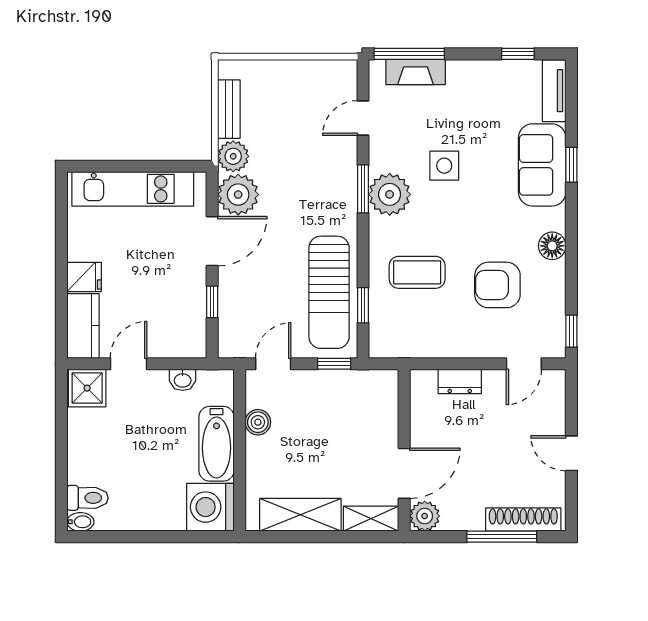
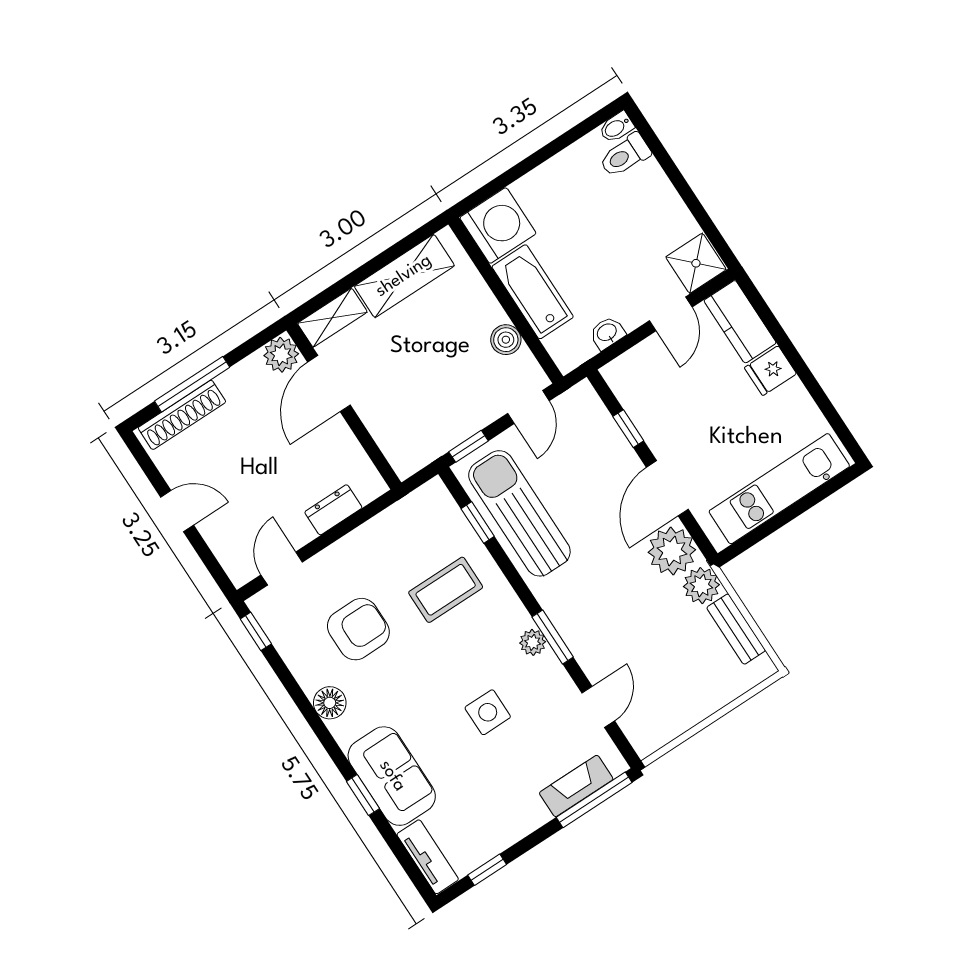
plant: (390, 194) -> (533, 642), width x0.53, depth x0.53

